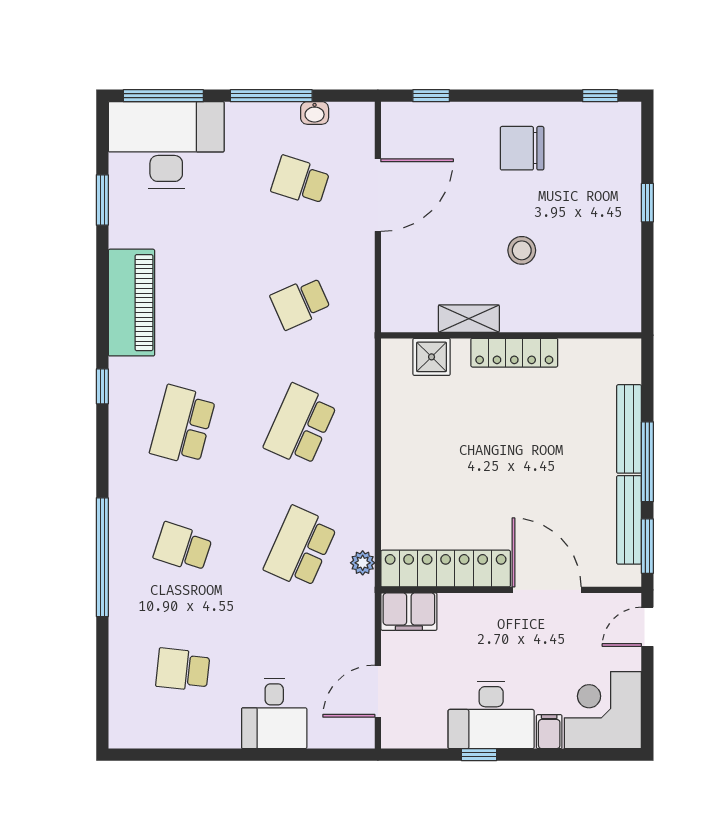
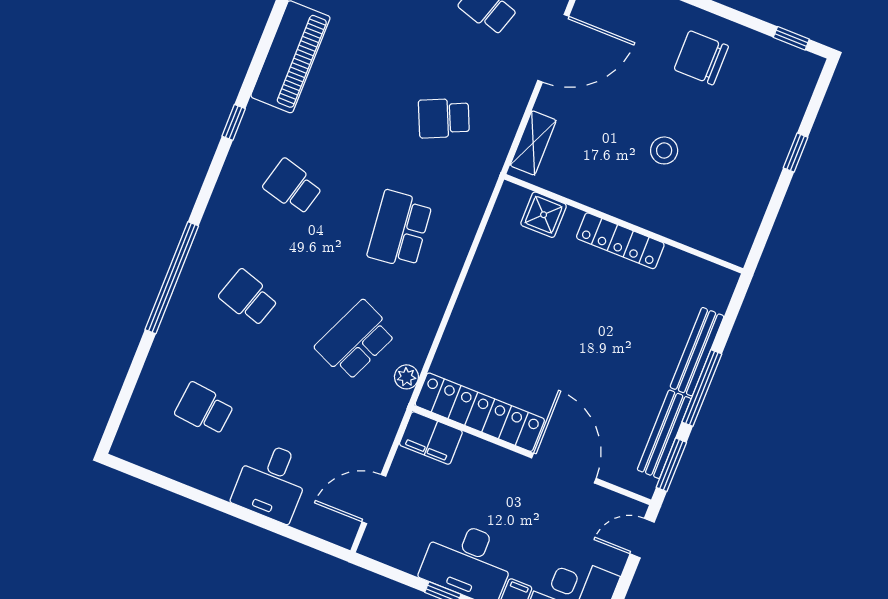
shelving: (469, 319) -> (533, 143), moved, turned 90
school desk: (183, 425) -> (293, 187), width x0.54
school desk: (300, 425) -> (400, 229), turned -30

